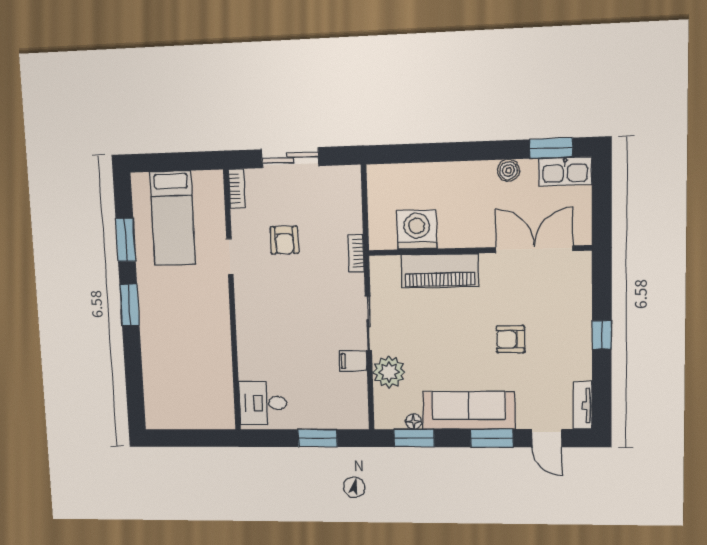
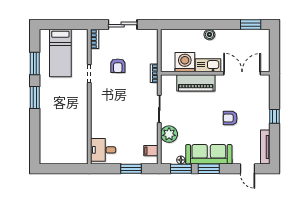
boiler: (508, 170) -> (209, 35), moved
kitchen sink: (565, 171) -> (208, 65), moved, turned 180
filing cabinet: (353, 361) -> (151, 151), moved
tv unit: (583, 405) -> (265, 147), width x1.41
window: (492, 438) -> (209, 169), moved

